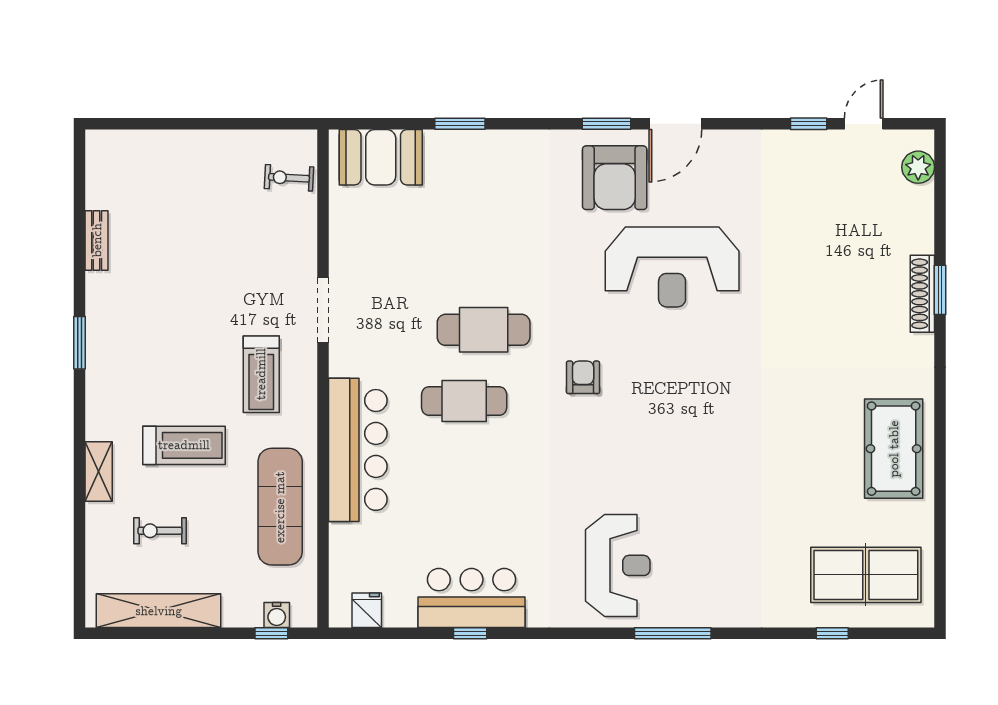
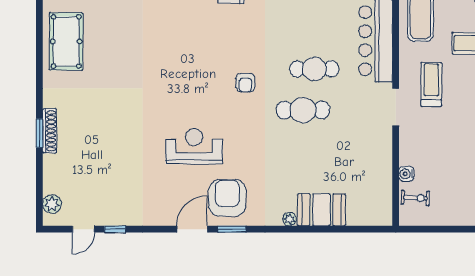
window: (460, 124) -> (317, 229), removed
plant: (507, 141) -> (289, 219), added
booth: (381, 157) -> (321, 210), moved
water cooler: (304, 219) -> (406, 174), added
reception desk: (672, 267) -> (194, 146), width x0.74, depth x0.77
doorway: (323, 310) -> (396, 107), moved

